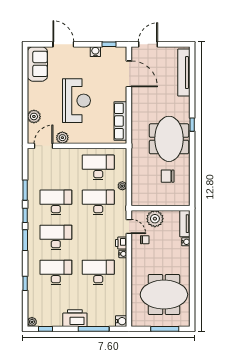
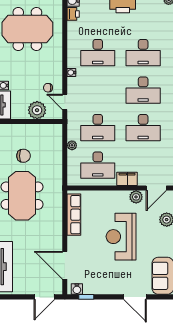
water cooler: (95, 52) -> (77, 289), moved
filing cabinet: (71, 154) -> (127, 179), added
printer: (121, 243) -> (73, 14), moved

